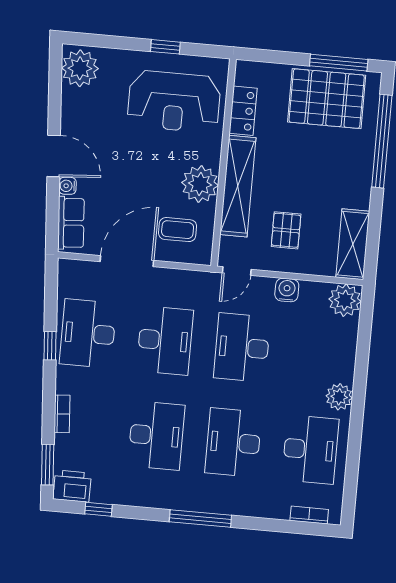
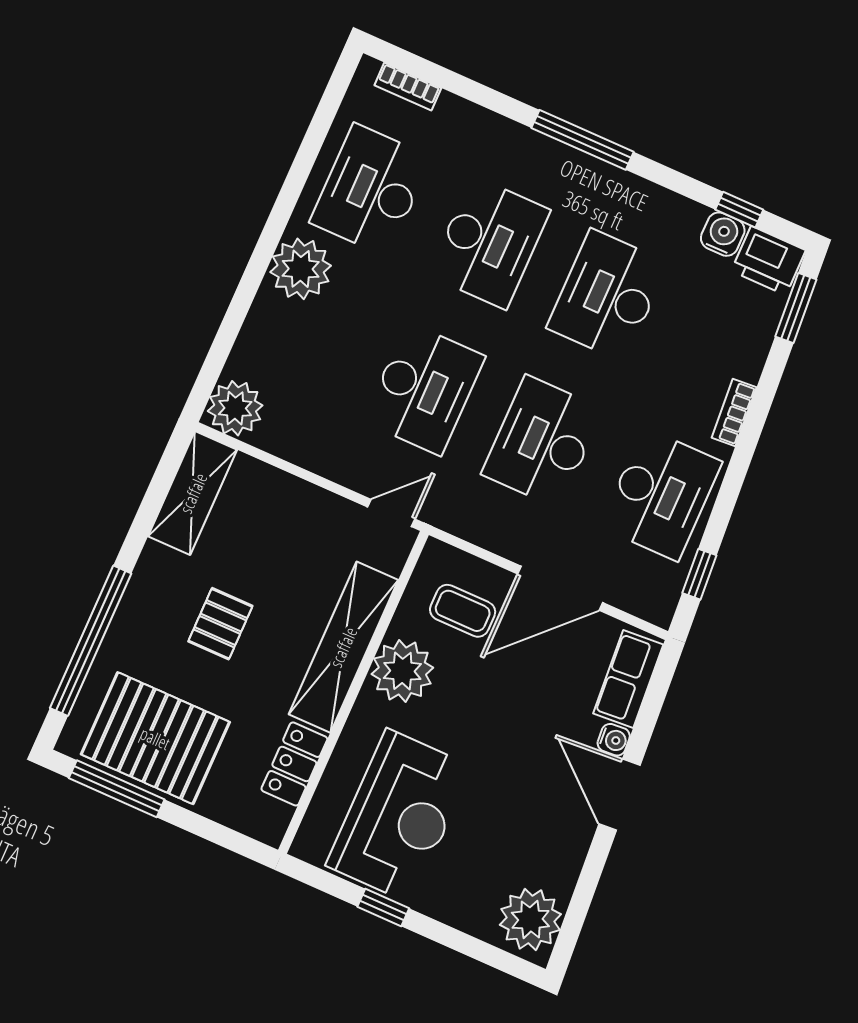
reception desk: (174, 102) -> (399, 816), turned 90
pallet: (286, 230) -> (220, 624), moved
water cooler: (287, 290) -> (723, 234), moved, turned 180
window: (50, 346) -> (699, 574), moved
plant: (339, 397) -> (301, 269), width x1.36, depth x1.36
bookcase: (62, 414) -> (734, 413), moved

